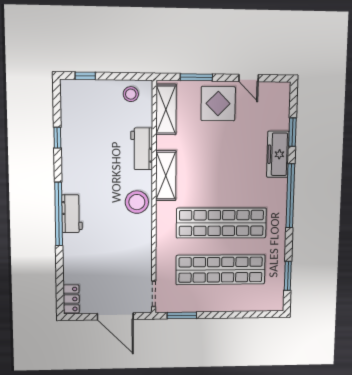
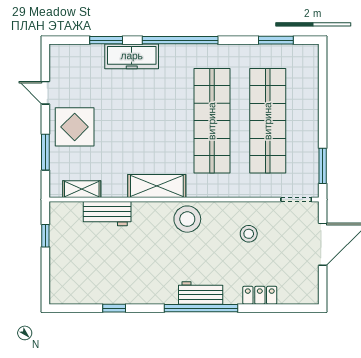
window: (85, 76) -> (45, 236), moved
door: (249, 78) -> (45, 93), swing flipped
stool: (131, 94) -> (249, 234), moved
shelving: (166, 110) -> (82, 189), width x0.67, depth x0.75
workbench: (142, 149) -> (107, 214), moved
locker: (71, 299) -> (260, 295), moved

